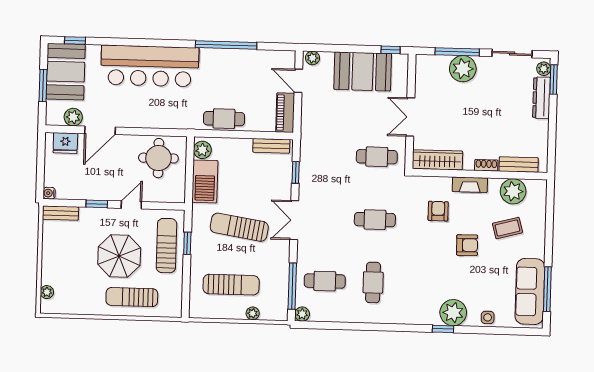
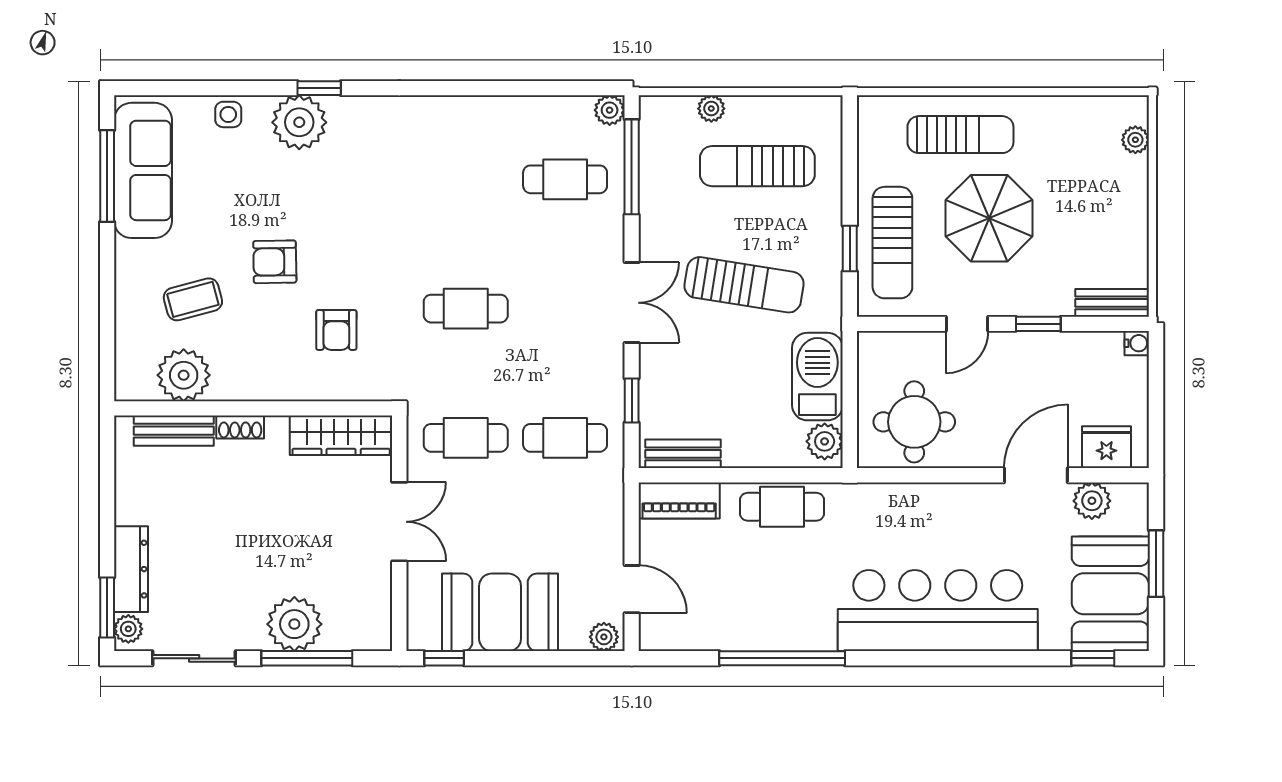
piano: (285, 113) -> (679, 500), moved, turned 90
fireplace: (470, 185) -> (273, 386), removed
cafe table: (373, 282) -> (565, 438), moved, turned 90

